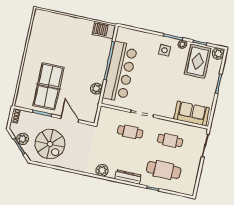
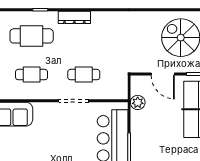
plant: (96, 89) -> (138, 102), moved
plant: (102, 170) -> (108, 19), removed

